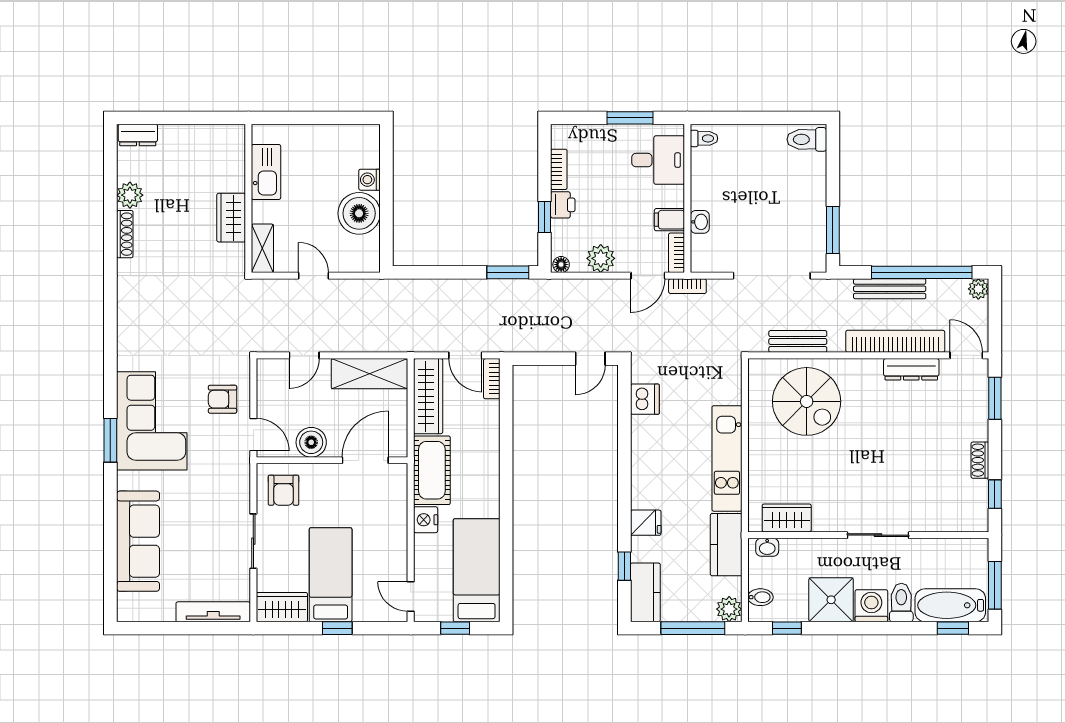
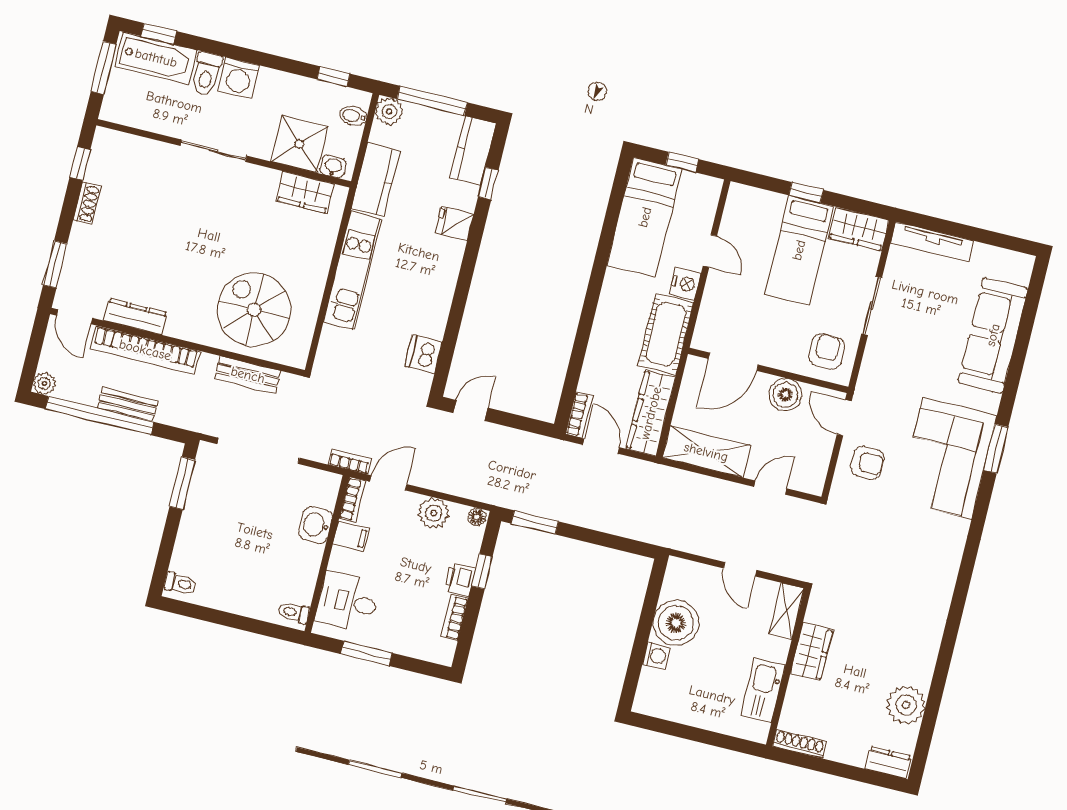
toilet: (807, 139) -> (180, 584), width x0.73, depth x0.72
plant: (130, 195) -> (906, 705), width x1.36, depth x1.36
washbasin: (700, 222) -> (316, 525), width x1.38, depth x1.45
shoe rack: (125, 234) -> (799, 744), moved, turned 90
bench: (890, 289) -> (128, 404), width x0.73
door: (411, 596) -> (710, 251), moved
shower: (831, 600) -> (299, 144), moved

